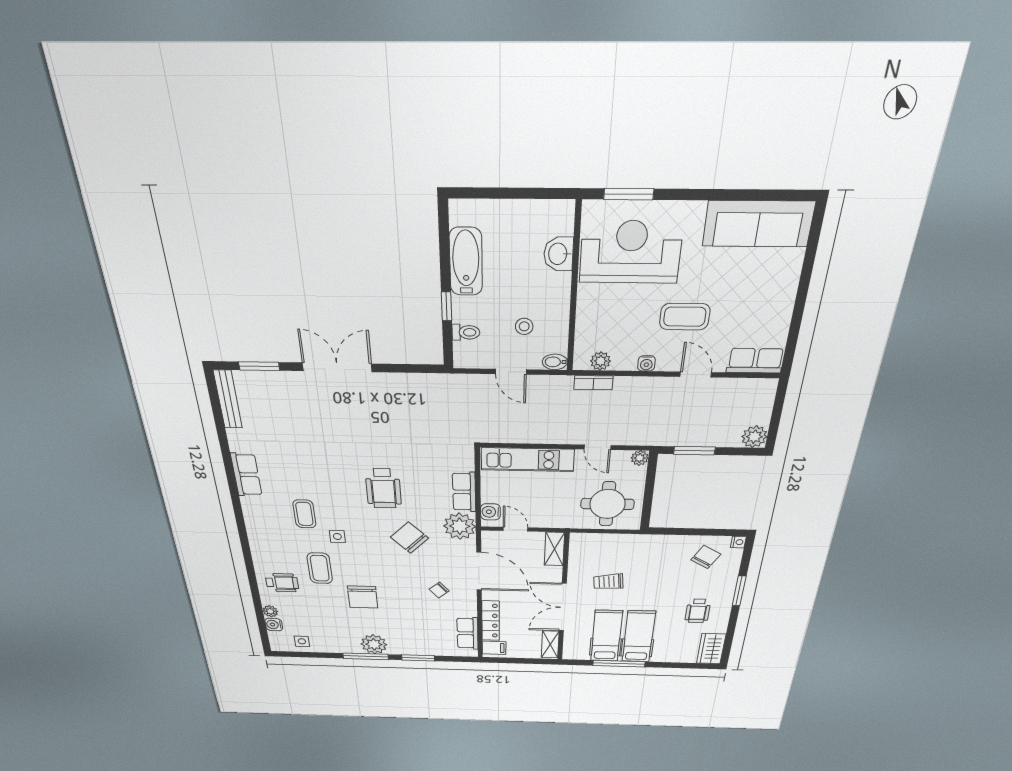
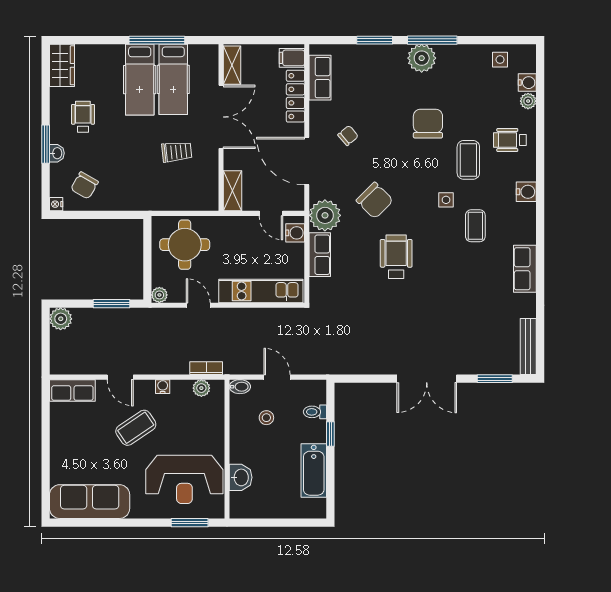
coffee table: (685, 317) -> (136, 428), turned -34
water cooler: (258, 541) -> (526, 192), added
washbasin: (729, 584) -> (57, 153), added

